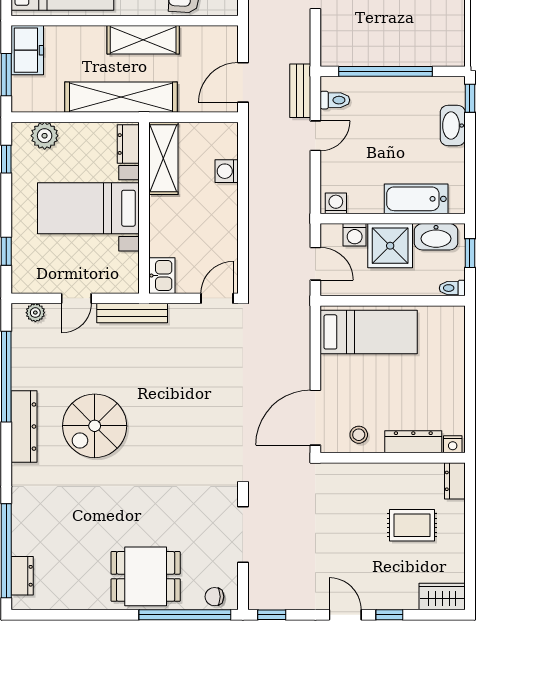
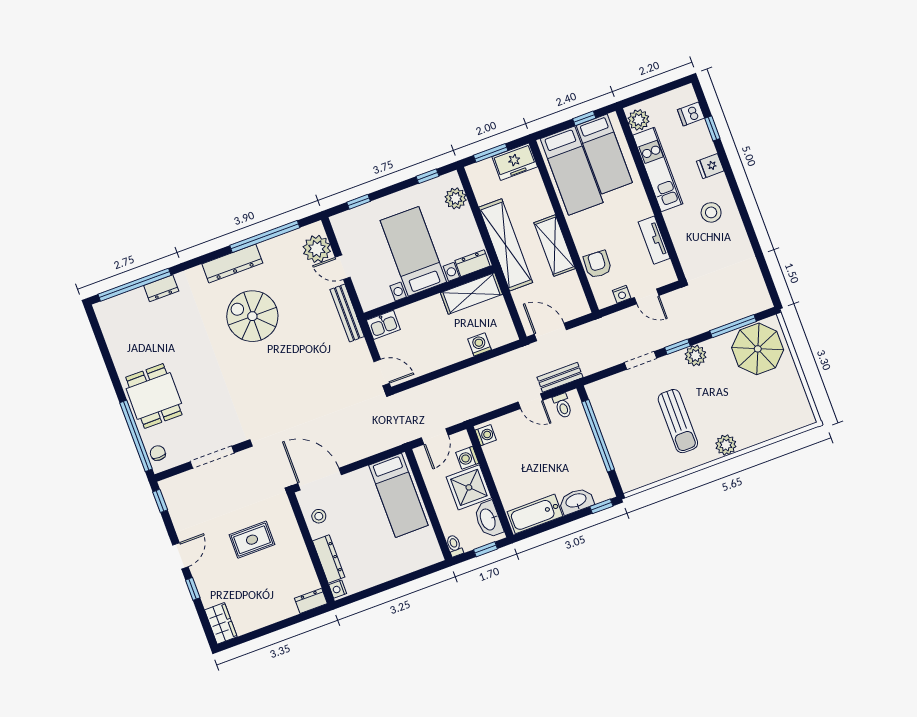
bathtub: (416, 199) -> (535, 514), moved, turned -90
plant: (35, 313) -> (317, 249), width x1.87, depth x1.87
rug: (412, 525) -> (252, 540), moved, turned 90
dresser: (22, 576) -> (161, 288), moved

